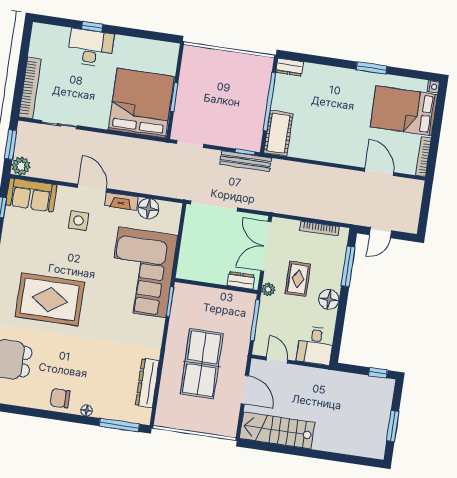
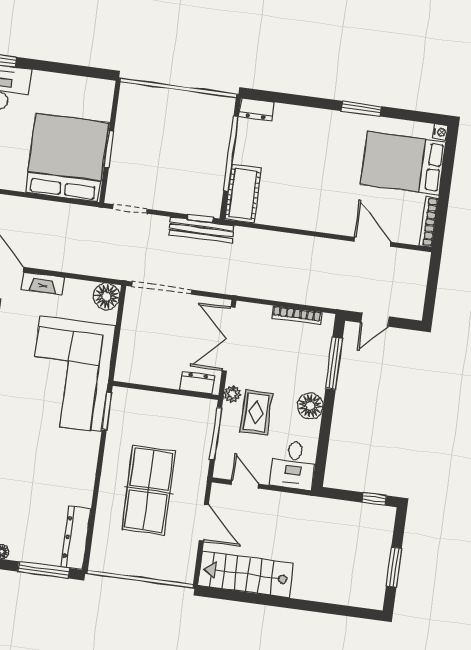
floor lamp: (148, 209) -> (106, 296), moved
rug: (298, 279) -> (256, 413), moved
dresser: (147, 383) -> (76, 538), moved

